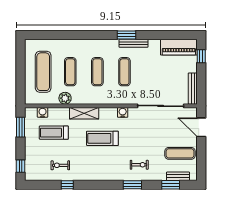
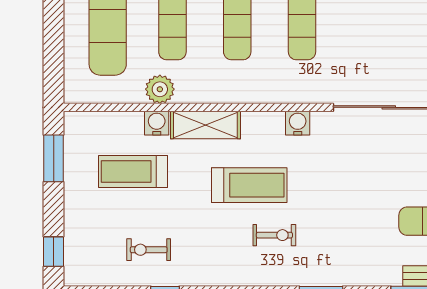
water cooler: (43, 112) -> (157, 123), moved
treadmill: (102, 138) -> (249, 185), turned 180
exercise bike: (139, 165) -> (274, 235), moved

